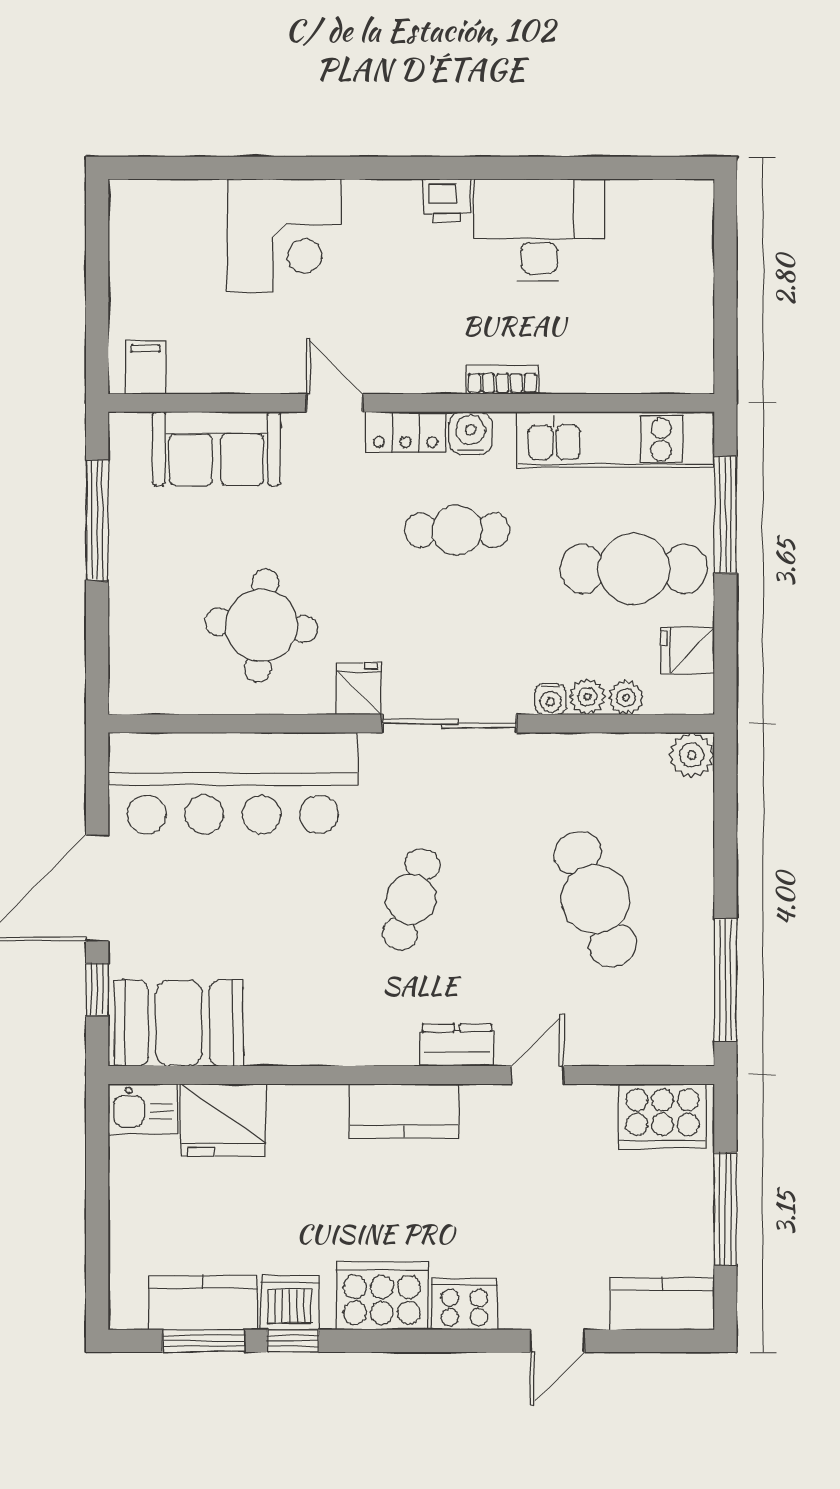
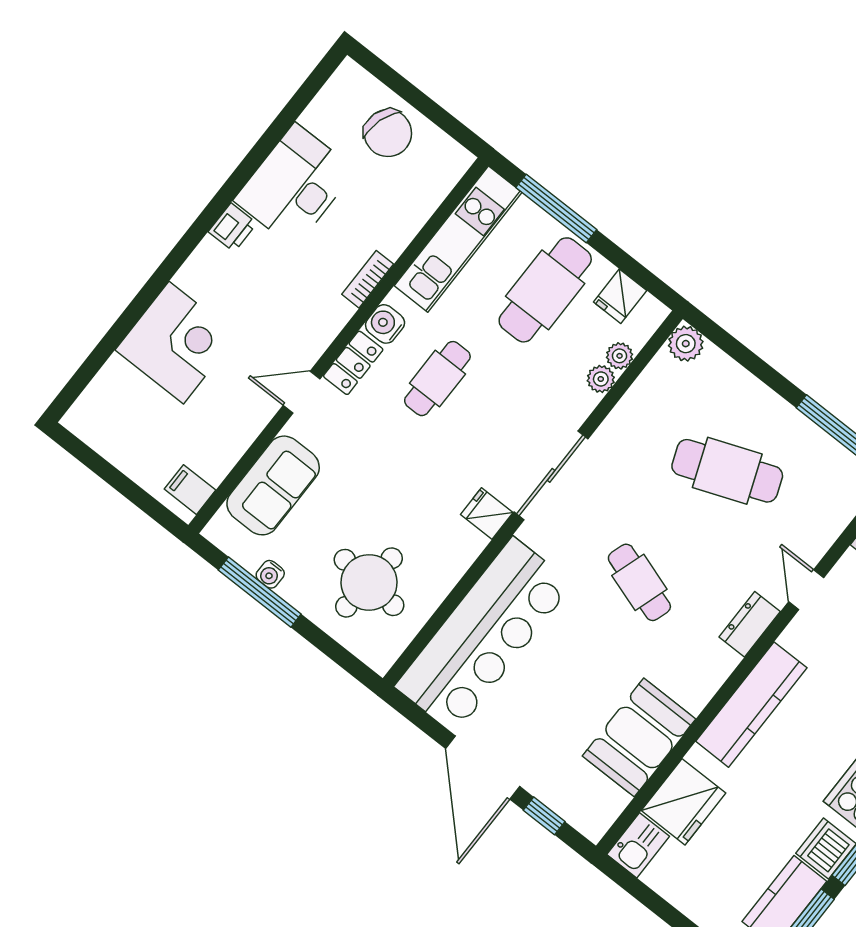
chair: (667, 283) -> (388, 133), added
round table: (261, 625) -> (369, 582), moved
water cooler: (551, 699) -> (270, 574), moved, turned 90
booth: (179, 1023) -> (639, 737), moved
kitchen counter: (404, 1111) -> (751, 705), width x1.50

